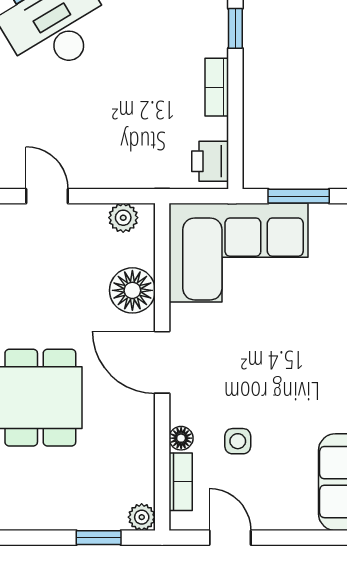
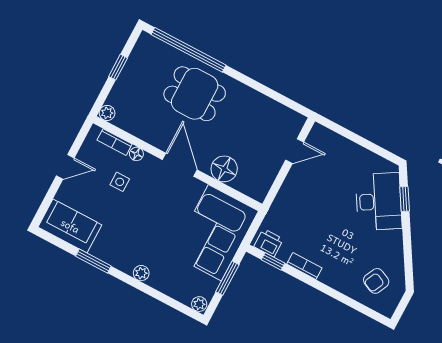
window: (235, 28) -> (273, 261), moved
plant: (123, 218) -> (263, 184), removed
door: (162, 362) -> (180, 165), hinge flipped
window: (99, 538) -> (118, 67), moved
door: (230, 538) -> (65, 167), moved

